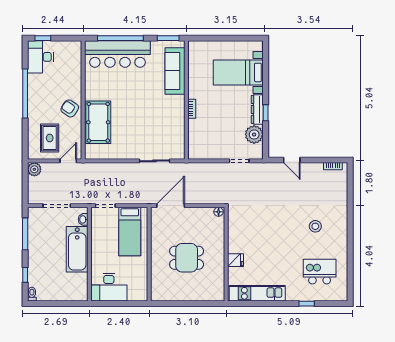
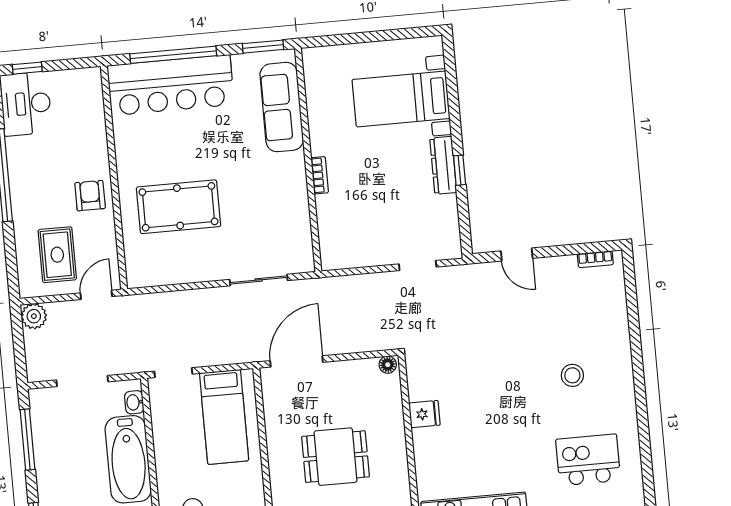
armchair: (70, 108) -> (90, 196), turned 56
pool table: (98, 122) -> (179, 207), moved, turned 90
plant: (254, 134) -> (441, 213), removed
fridge: (235, 260) -> (424, 414), moved

